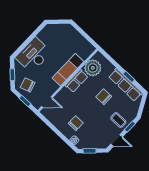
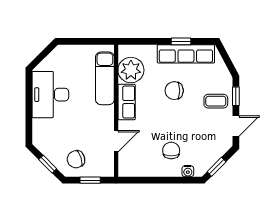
desk: (33, 55) -> (50, 95), moved
exam couch: (68, 70) -> (105, 78), moved
door: (47, 102) -> (116, 141), moved

